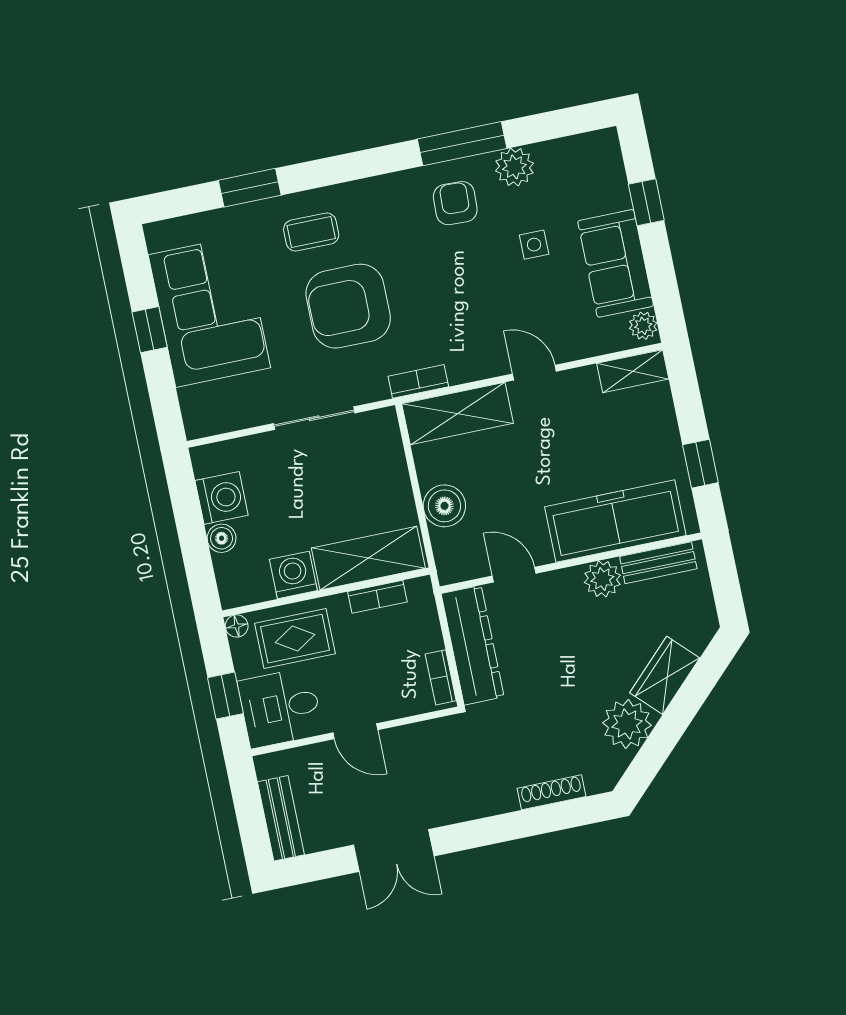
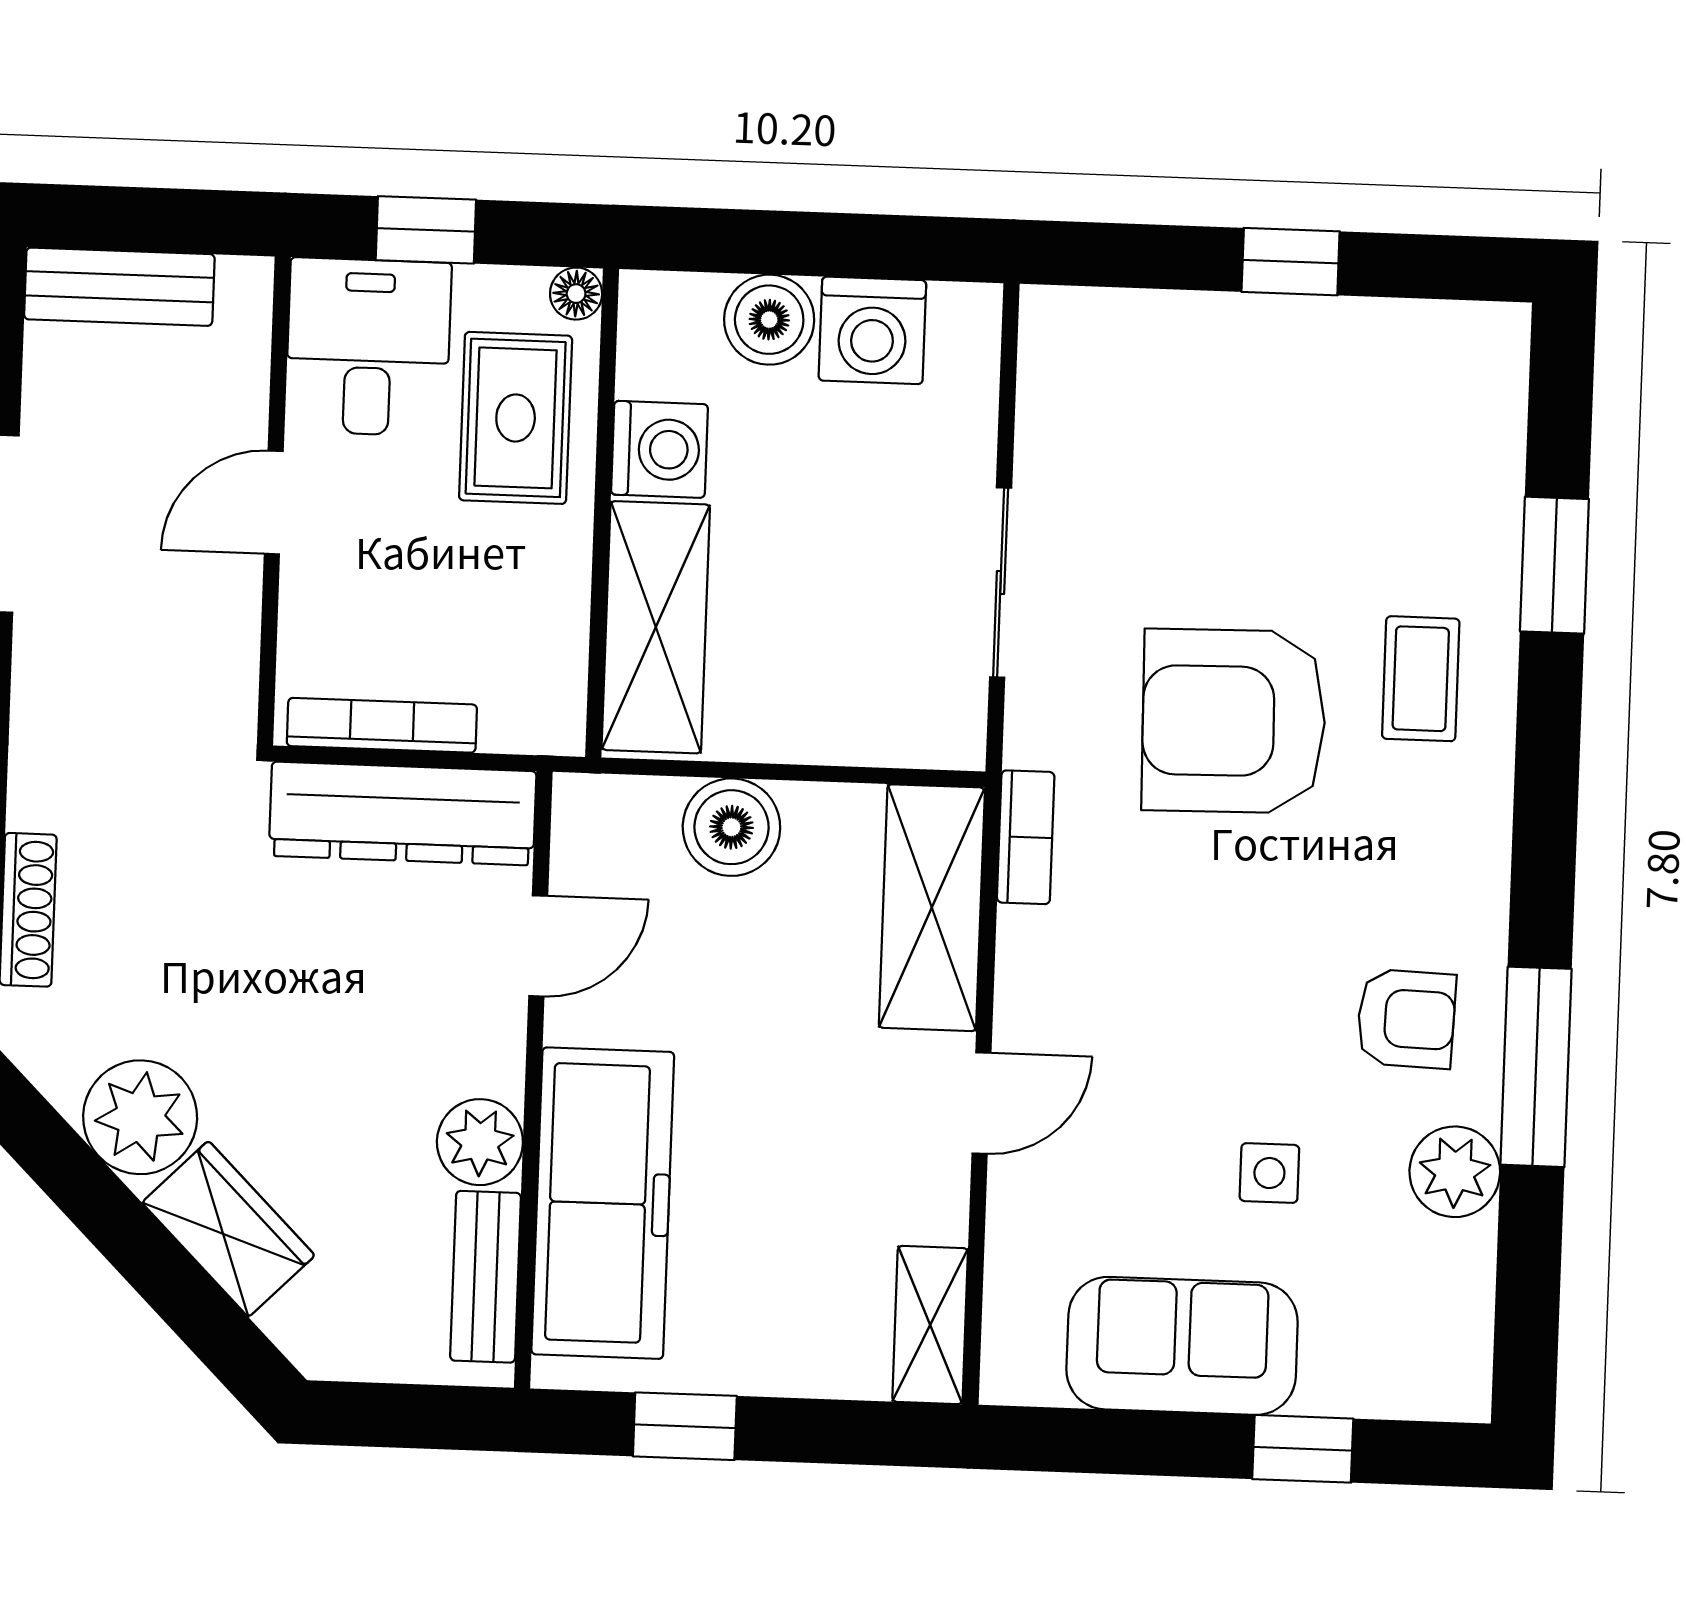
armchair: (348, 306) -> (1234, 721), turned -91
corner sofa: (209, 311) -> (1299, 406), removed
plant: (643, 326) -> (1027, 1374), removed
boiler: (222, 538) -> (769, 320), width x1.36, depth x1.36
bookcase: (377, 597) -> (564, 626), removed
bookcase: (441, 677) -> (382, 725), width x1.56

